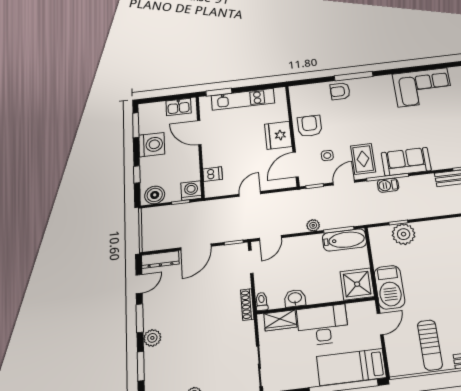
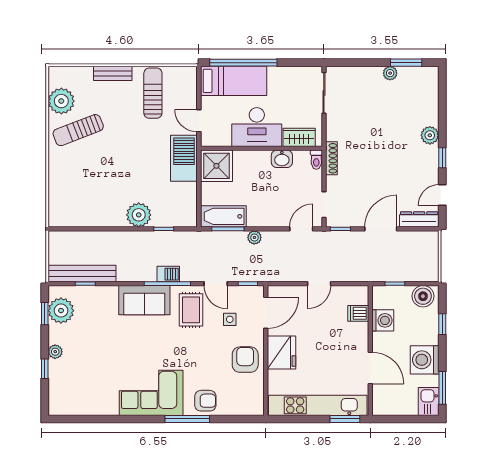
corner sofa: (423, 87) -> (151, 393), moved
kitchen unit: (243, 99) -> (318, 405), width x1.36
kitchen sink: (179, 107) -> (429, 401), moved, turned -90
armchair: (310, 126) -> (245, 360), turned 180
door: (344, 183) -> (216, 284), hinge flipped
washing machine: (191, 191) -> (383, 320), moved, turned -90
plant: (404, 234) -> (139, 215), moved
window: (140, 318) -> (442, 158), width x0.67
door: (380, 324) -> (199, 121), hinge flipped
window: (141, 366) -> (442, 108), removed

